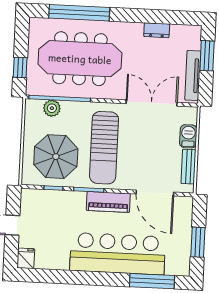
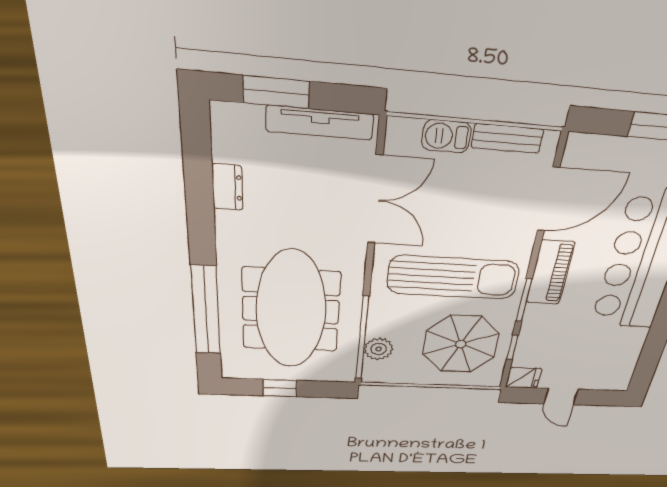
window: (20, 67) -> (280, 388), moved
double door: (152, 103) -> (375, 200), swing flipped
fridge: (26, 258) -> (524, 378), moved, turned 180

